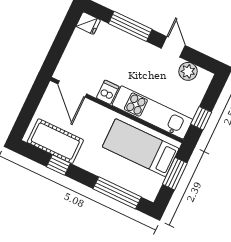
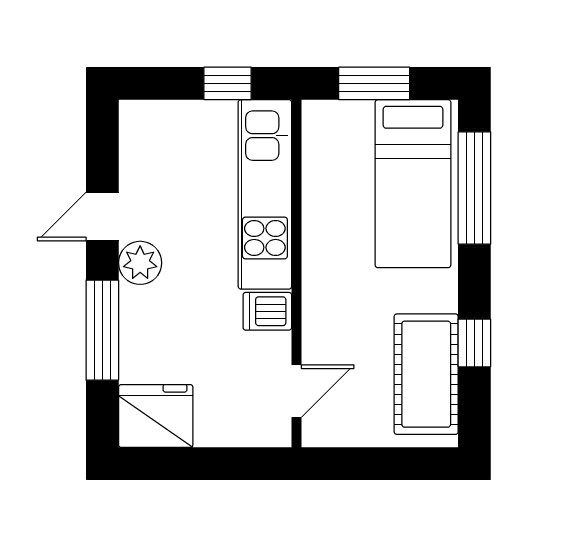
fridge: (88, 23) -> (156, 416), width x1.88, depth x1.34
plant: (188, 71) -> (140, 263), moved
door: (72, 89) -> (296, 391), width x0.73
bed: (141, 148) -> (413, 184), moved

